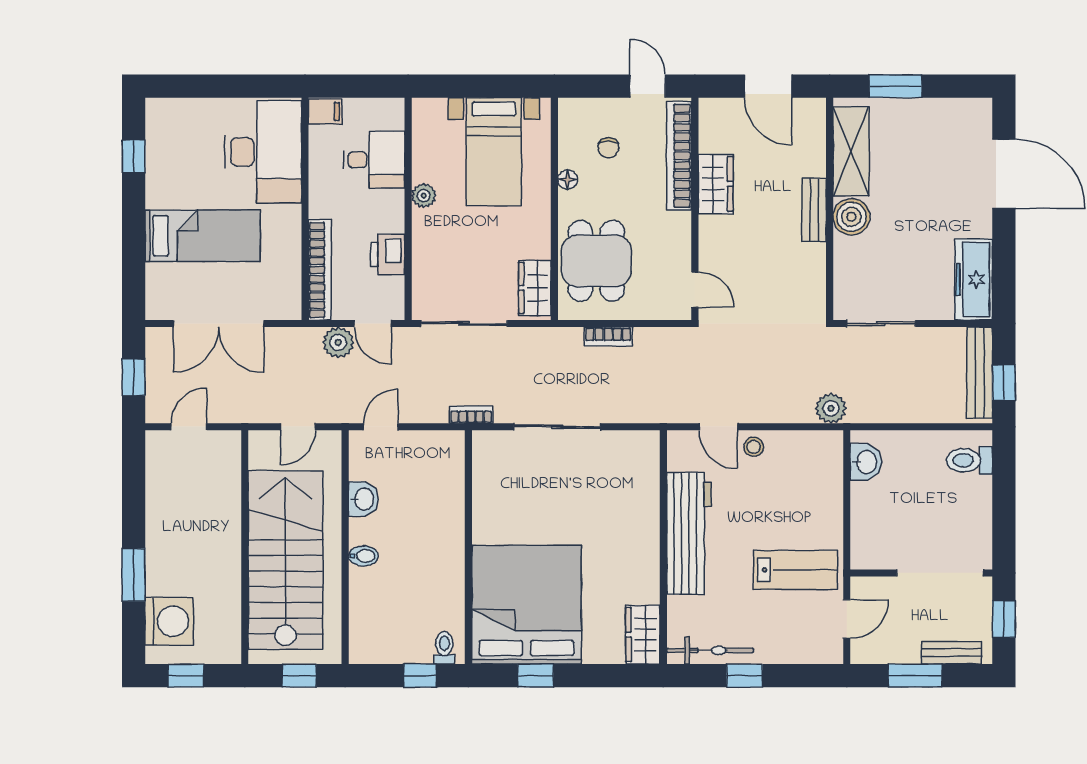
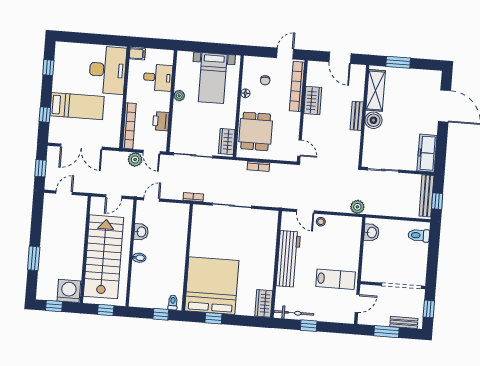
door: (648, 86) -> (285, 54), hinge flipped
window: (134, 260) -> (45, 115), added
washing machine: (169, 621) -> (69, 291), moved, turned -90

